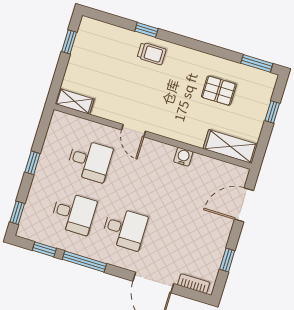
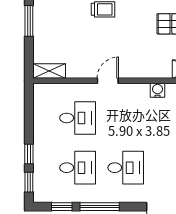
window: (69, 42) -> (29, 21), width x1.50
door: (134, 131) -> (108, 81), swing flipped
window: (32, 163) -> (29, 154), moved

